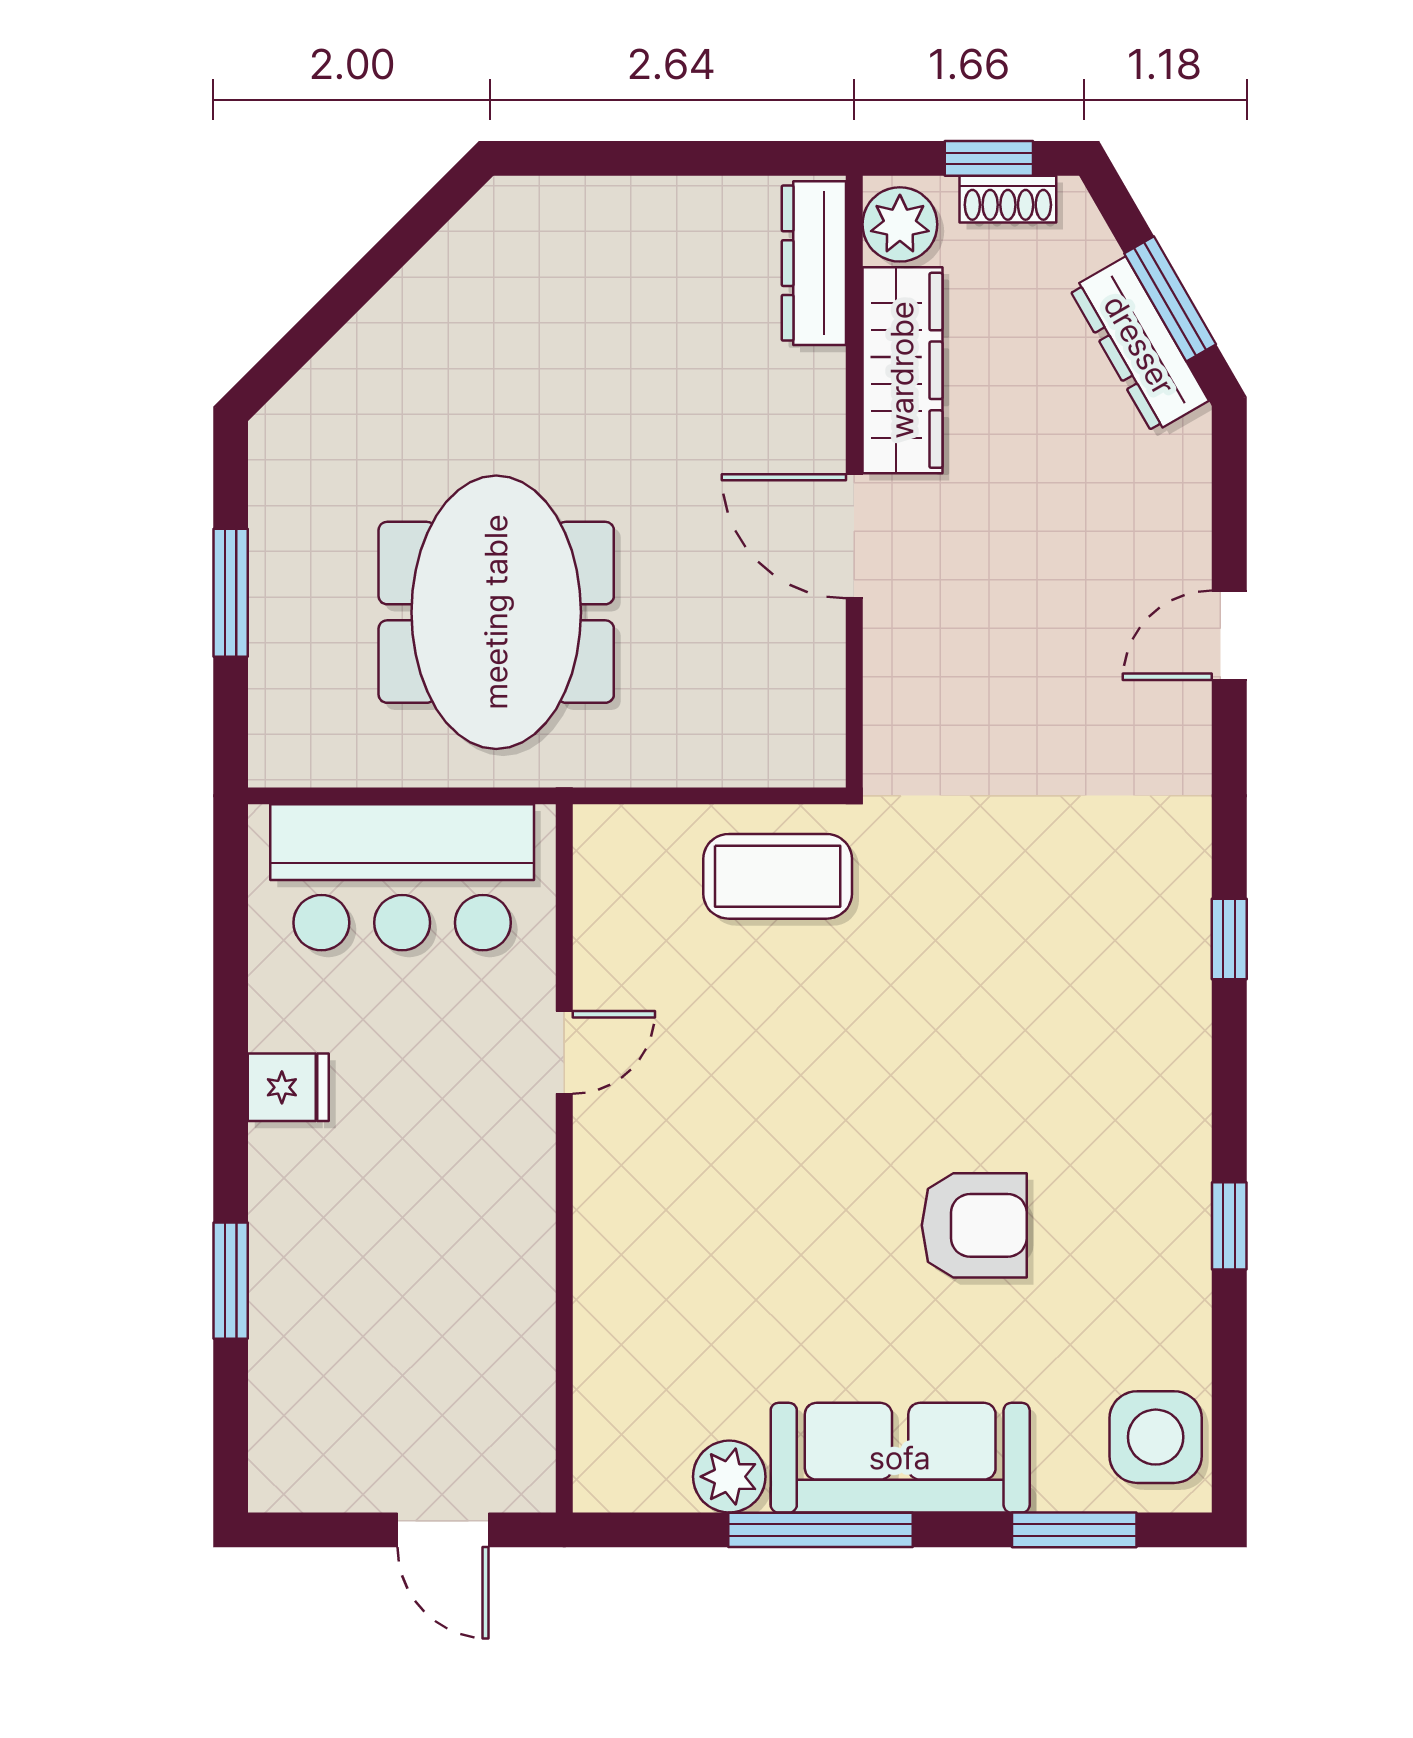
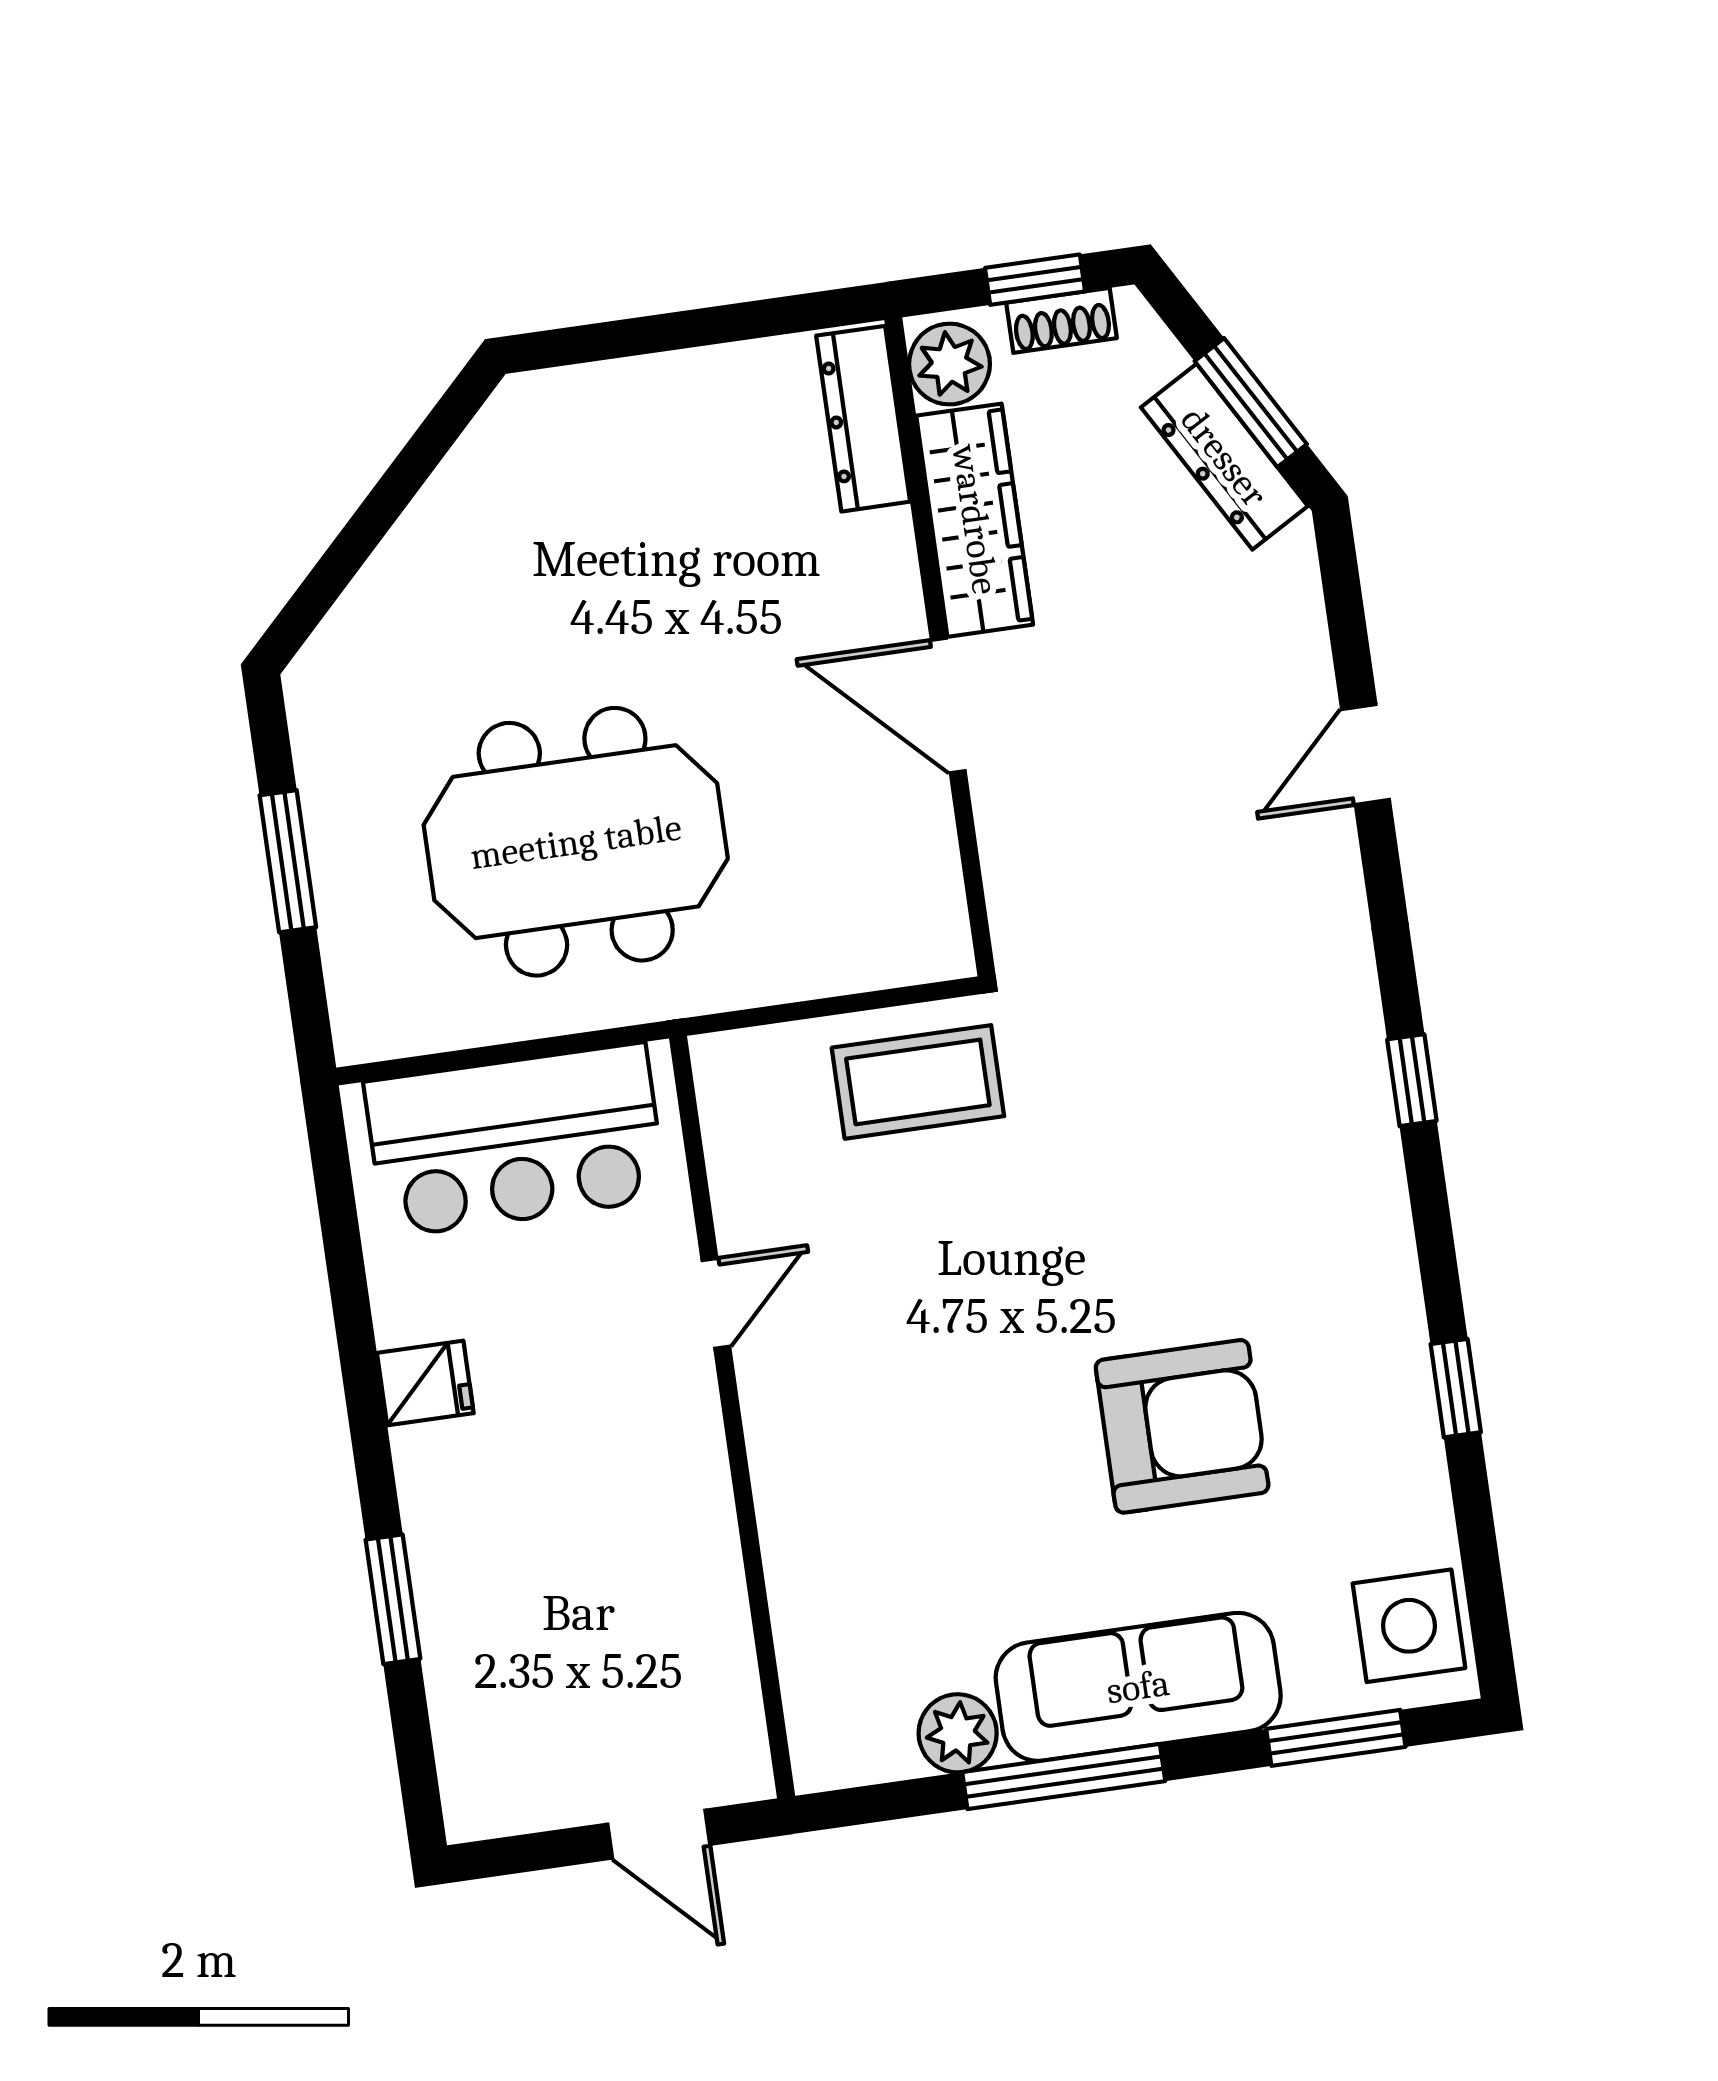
meeting table: (496, 612) -> (576, 842), turned 90
armchair: (974, 1225) -> (1182, 1426), width x1.36, depth x1.36

